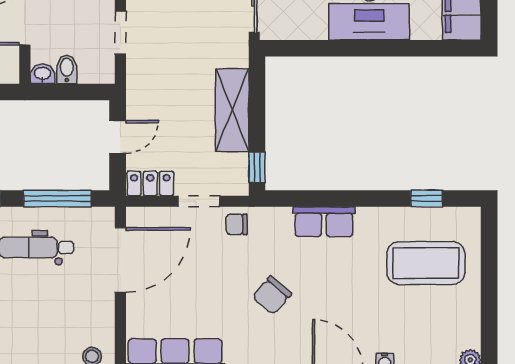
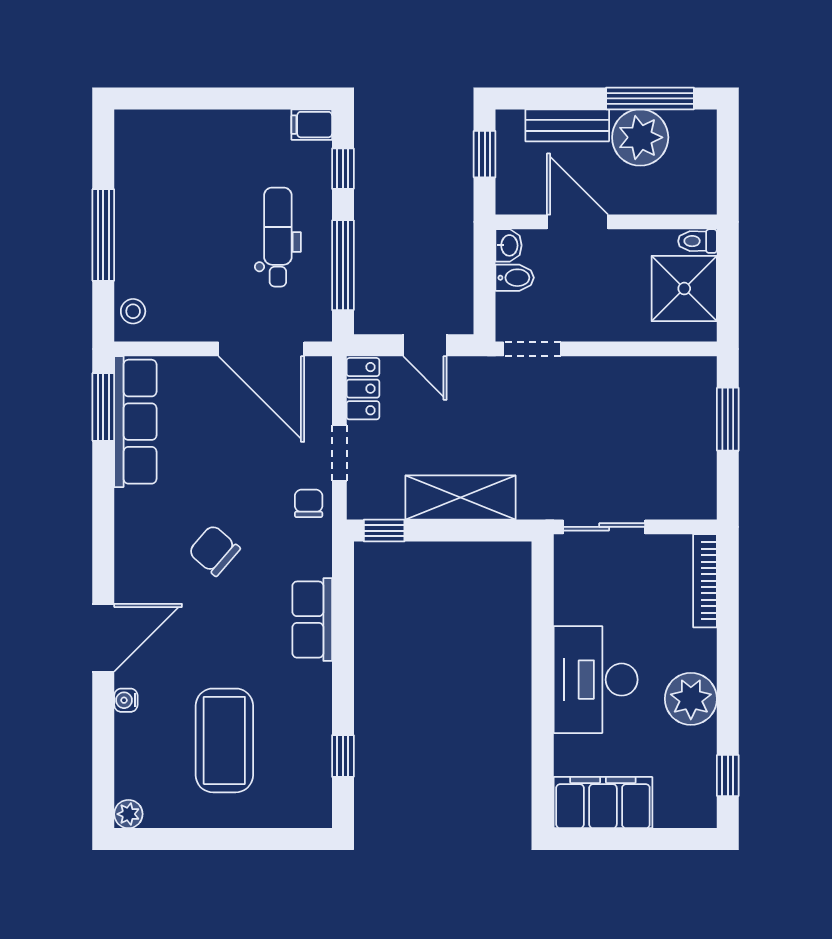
doorway: (120, 32) -> (532, 349), moved
coffee table: (426, 263) -> (224, 740), moved

